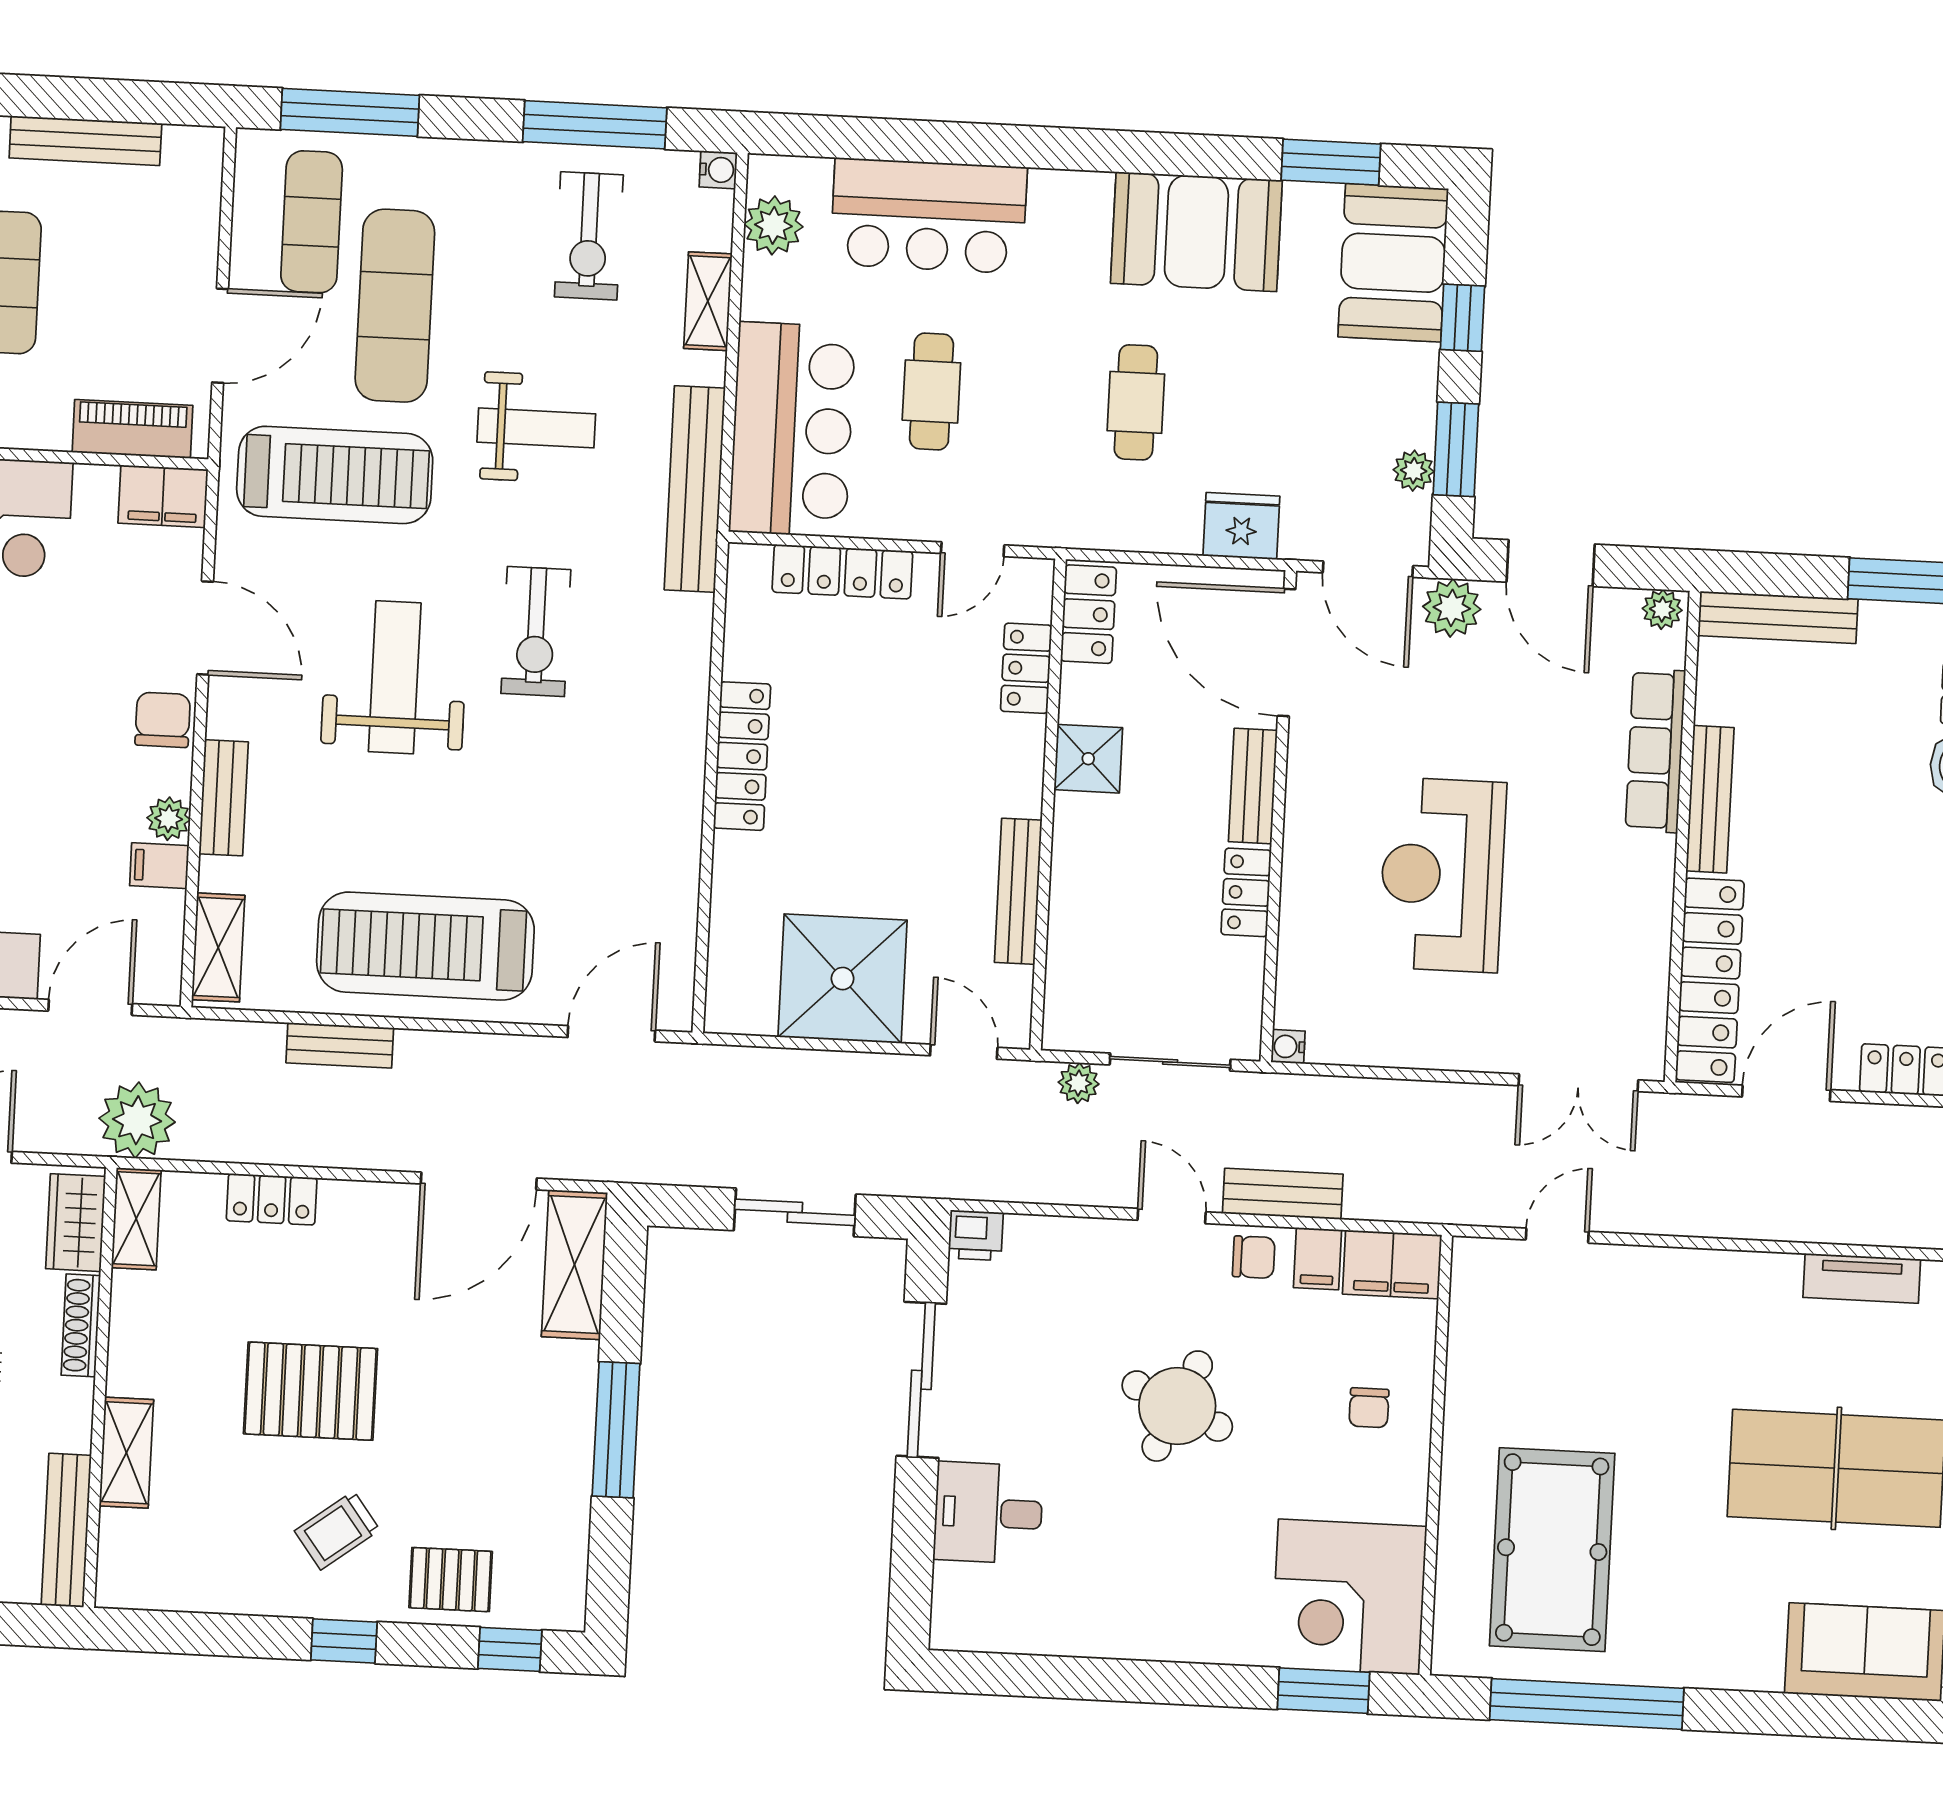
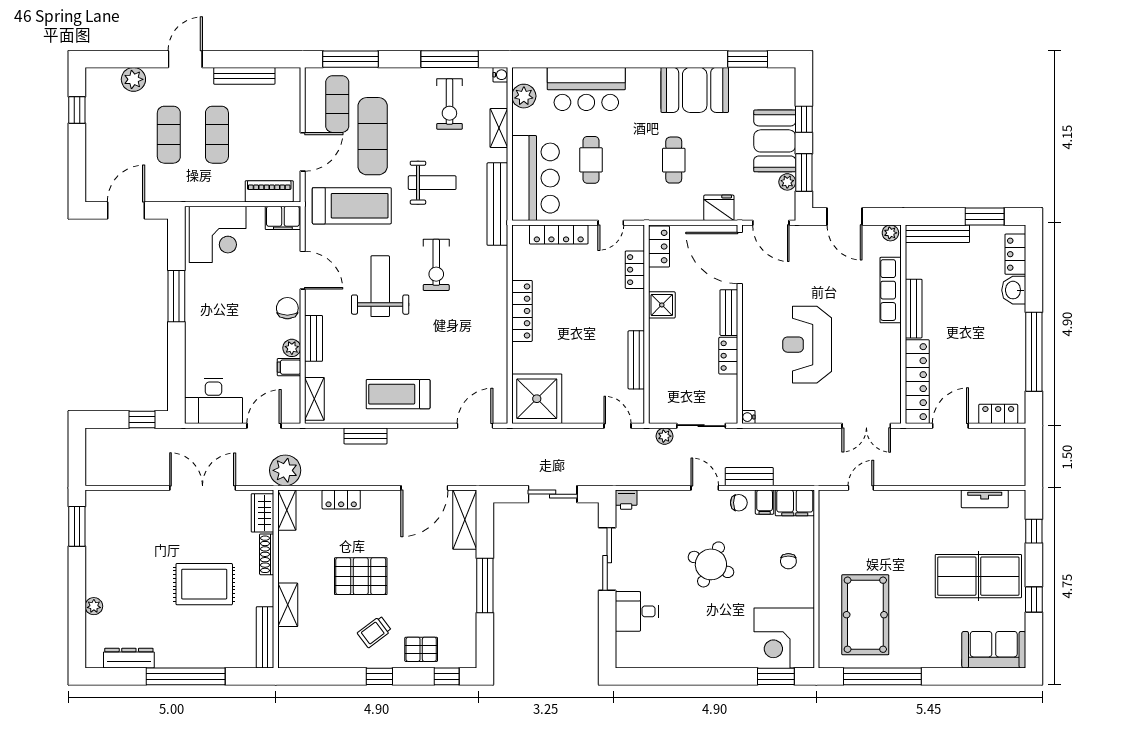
booth: (1393, 263) -> (775, 141), moved
plant: (1452, 608) -> (805, 237), removed
treadmill: (425, 946) -> (398, 394), width x0.73, depth x0.73
shower: (843, 979) -> (537, 399), moved

